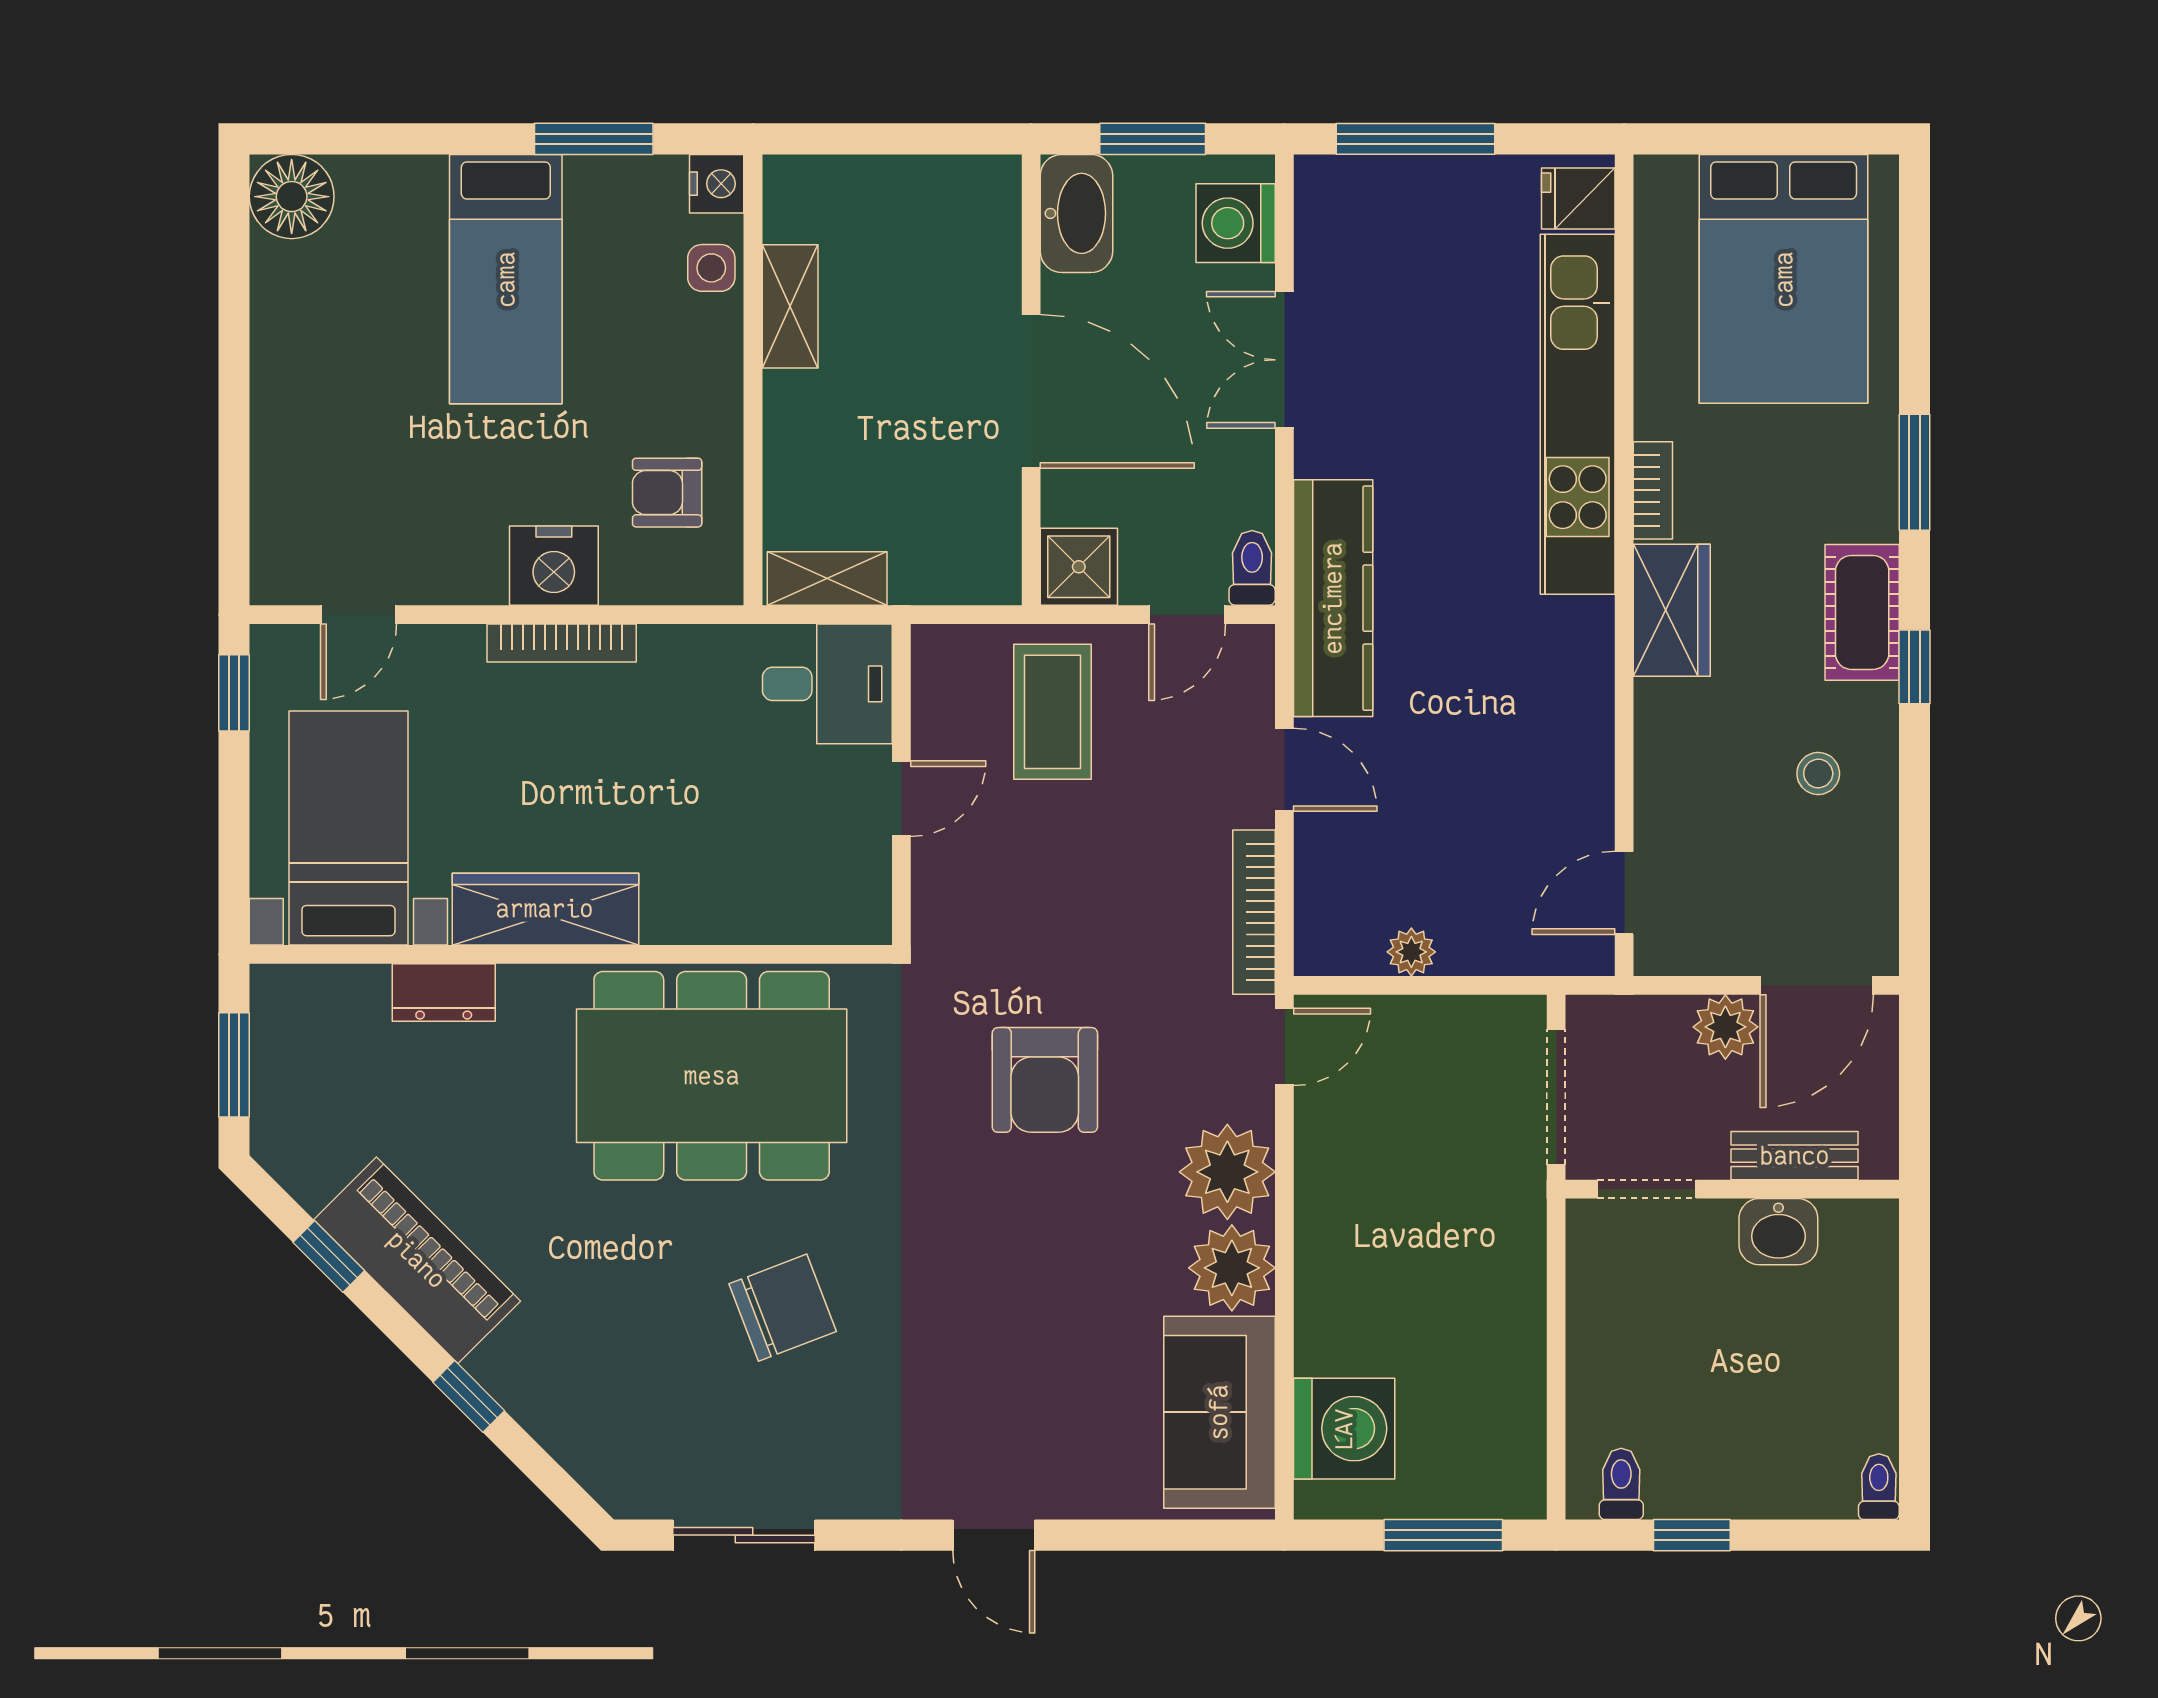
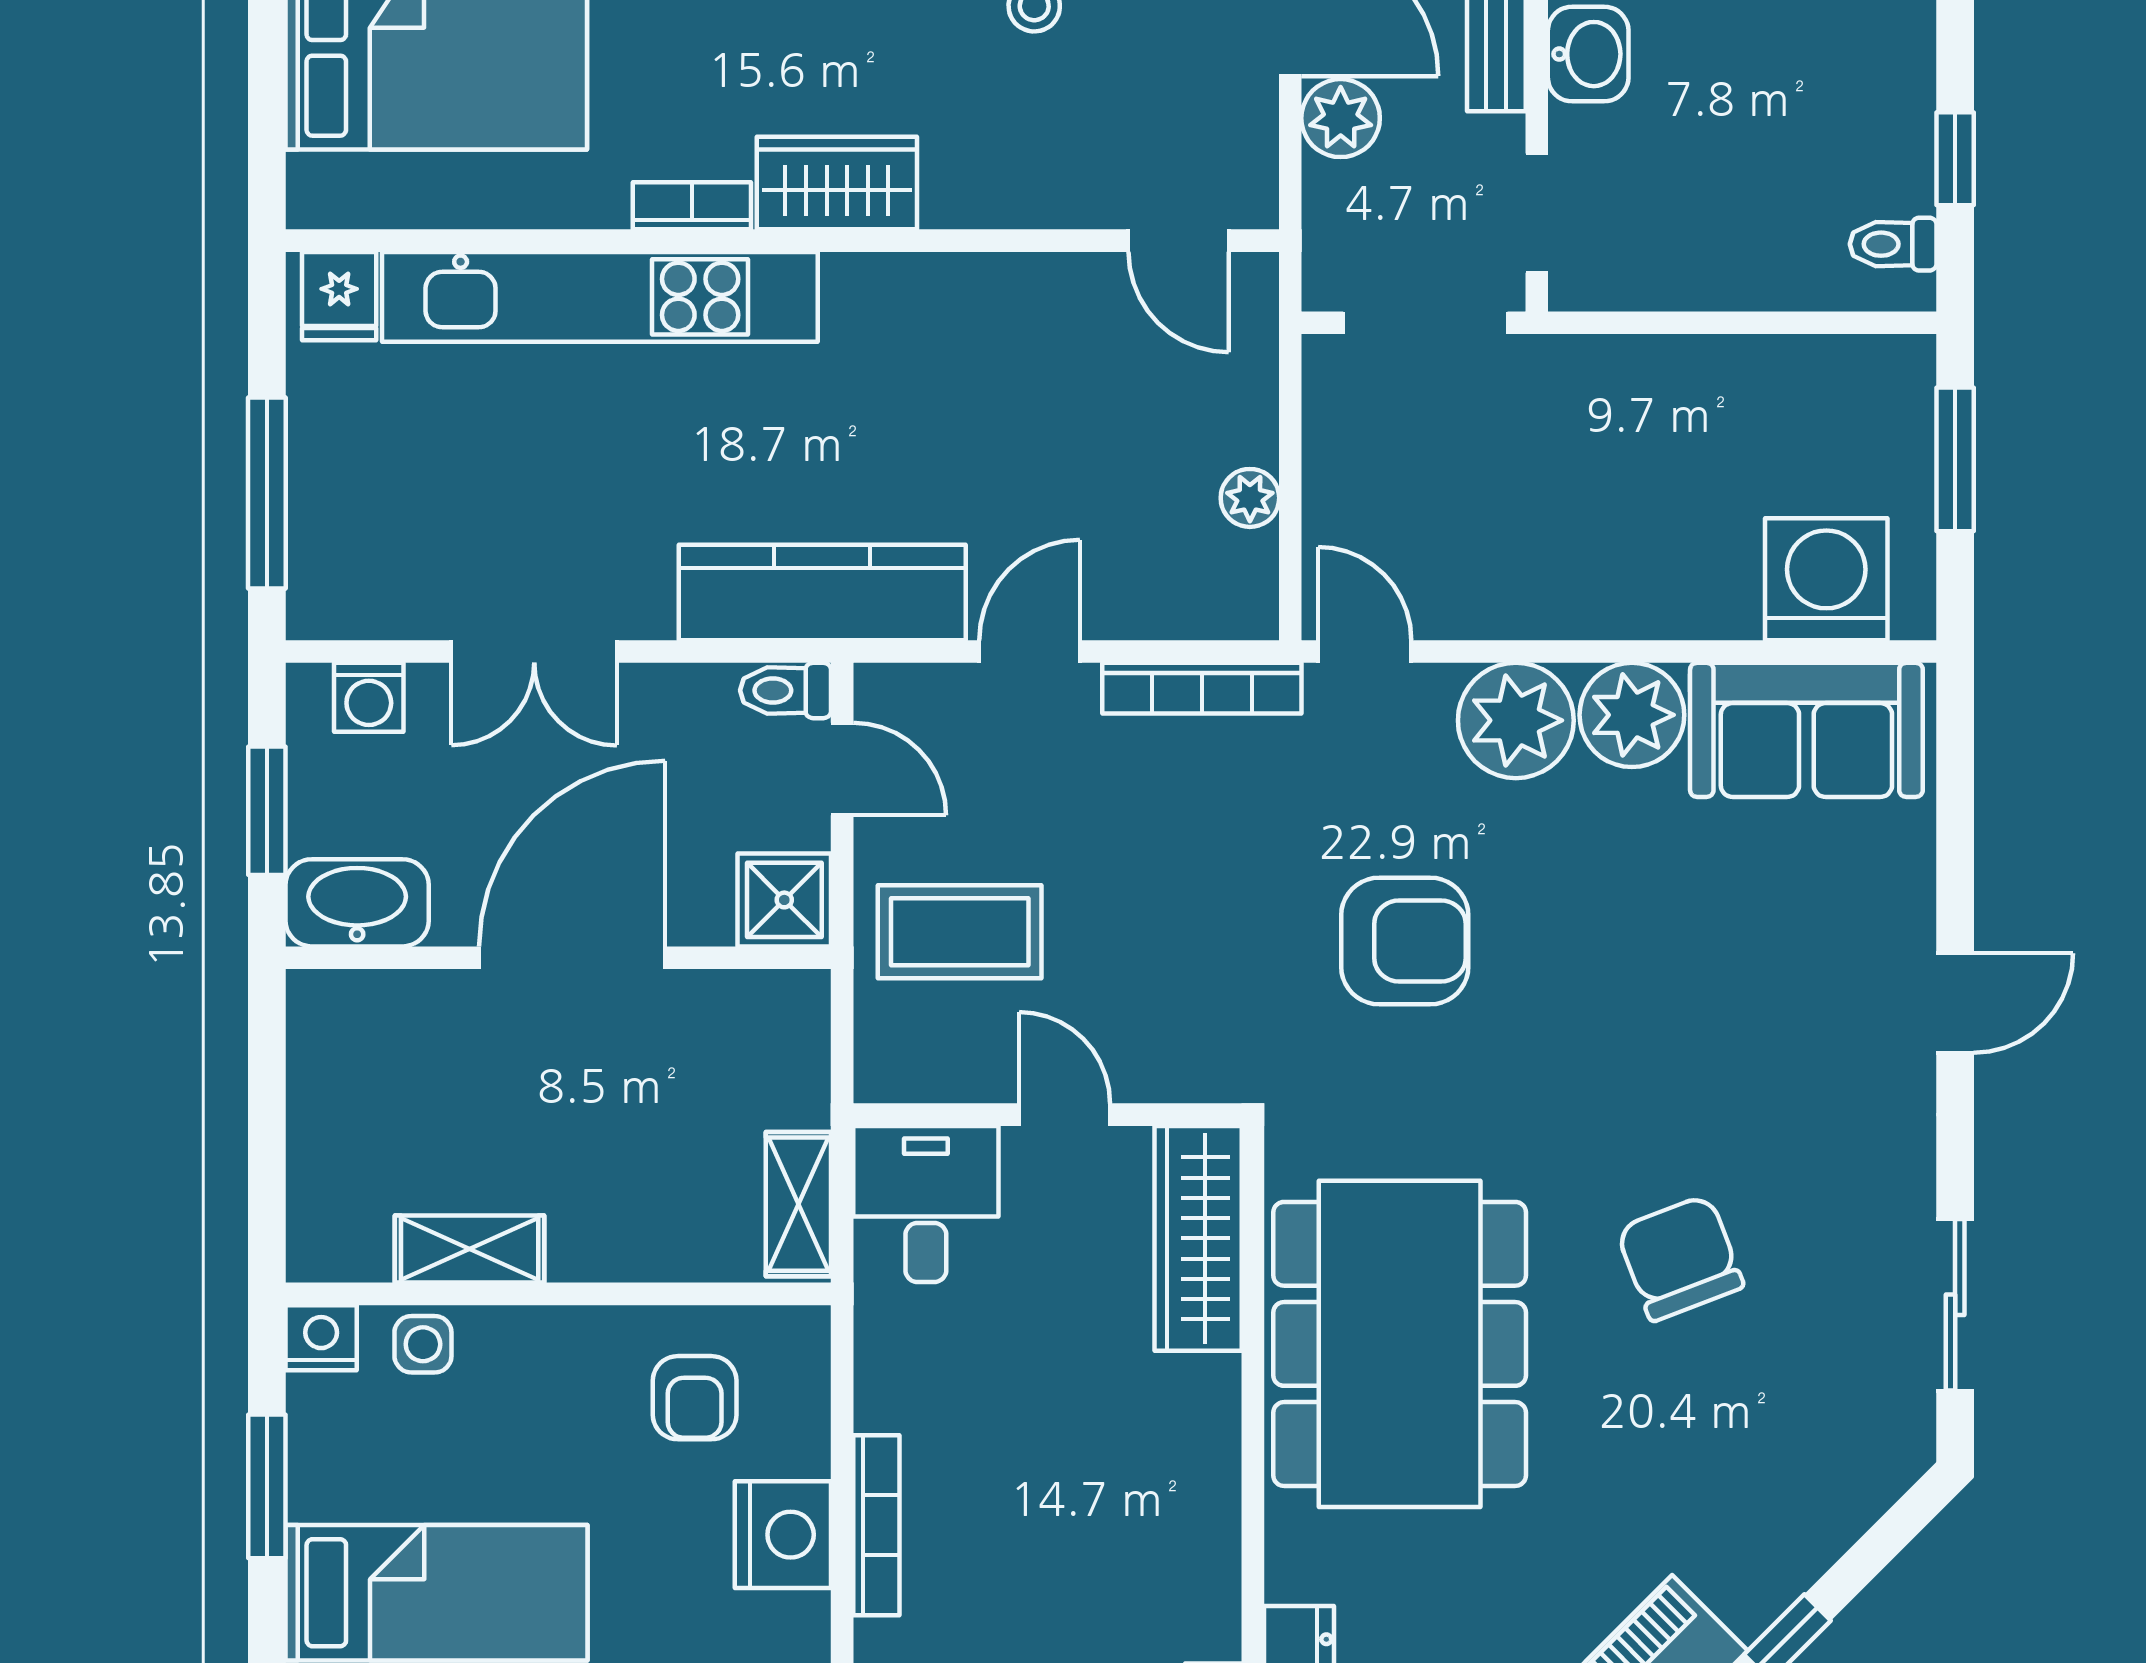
washing machine: (1236, 223) -> (369, 697), width x0.73, depth x0.73
wardrobe: (545, 909) -> (1198, 1238), moved

